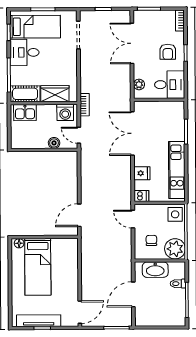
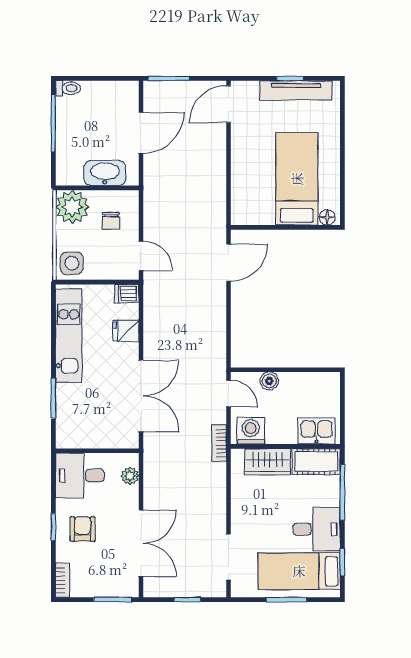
toilet: (178, 284) -> (68, 88), moved

